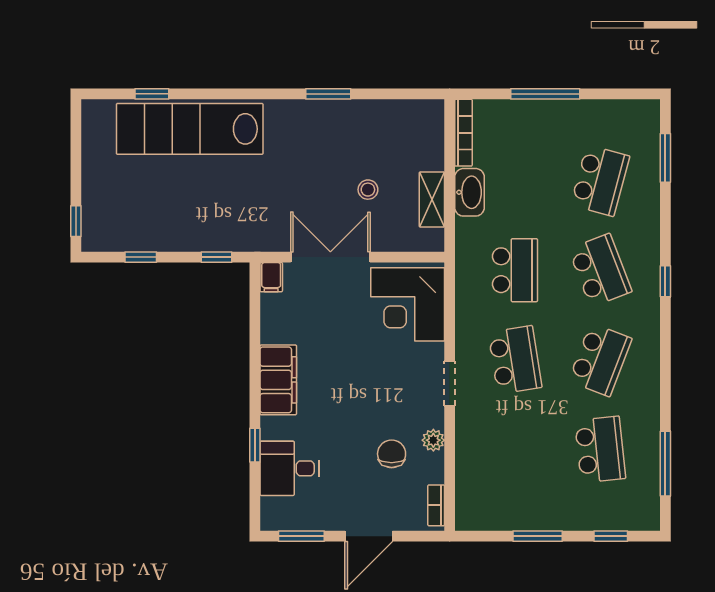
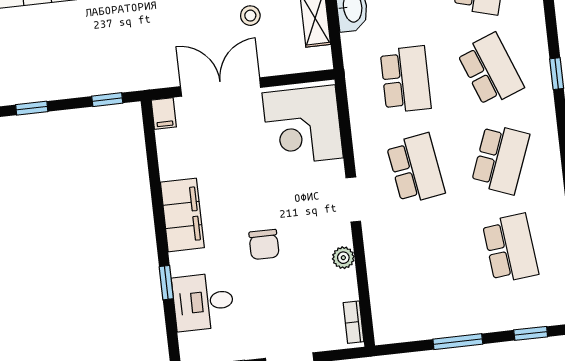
chair: (392, 454) -> (264, 244), moved, turned 180

